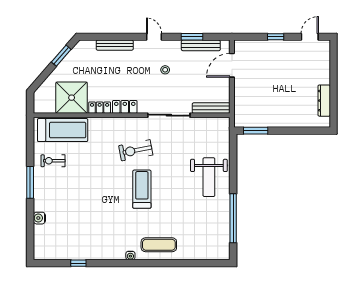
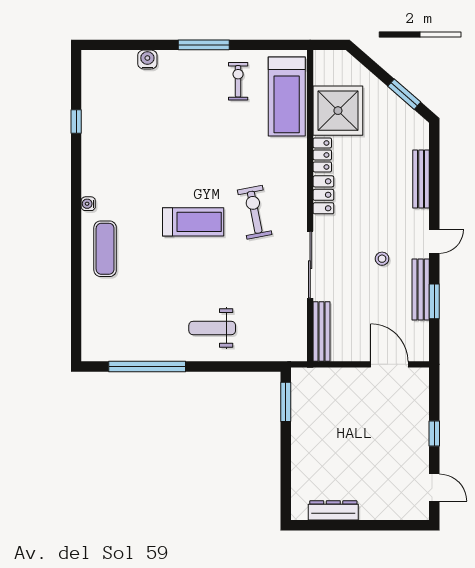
bench: (201, 45) -> (421, 289), moved
weight bench: (209, 177) -> (212, 328), width x0.73, depth x0.75

